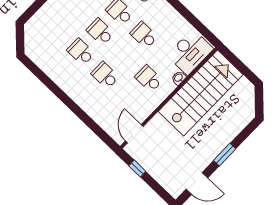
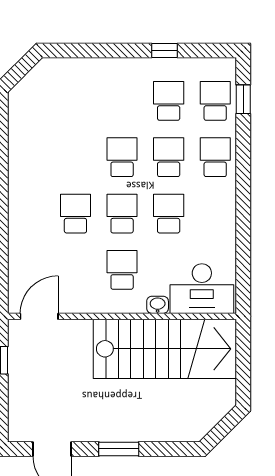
school desk: (81, 52) -> (122, 214), moved

